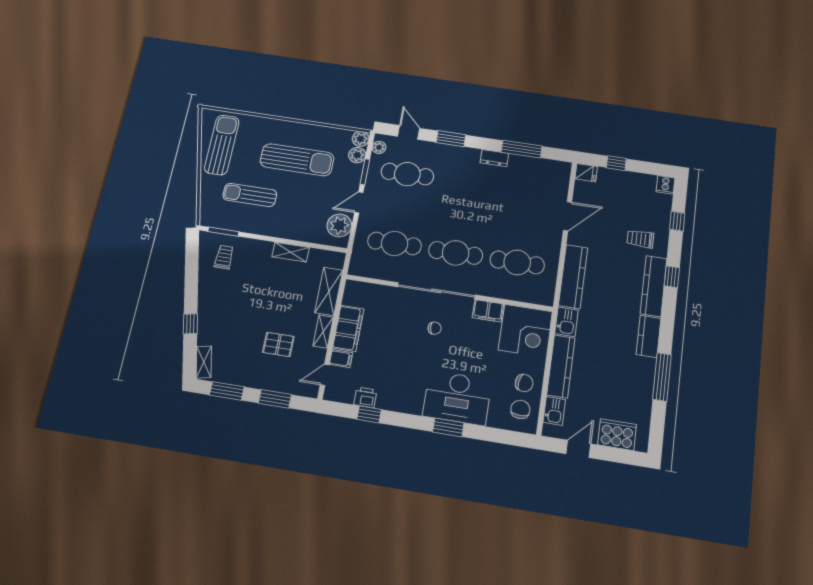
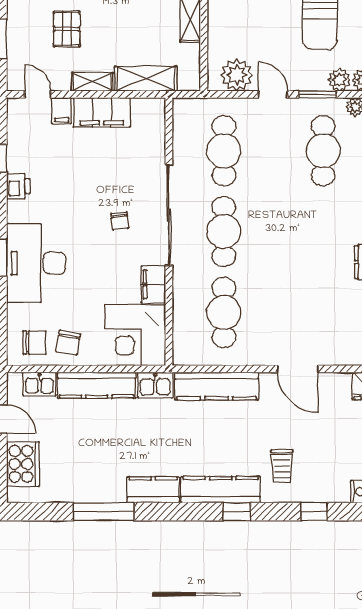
trolley: (640, 239) -> (282, 466), turned 180
printer: (365, 397) -> (18, 186), moved

